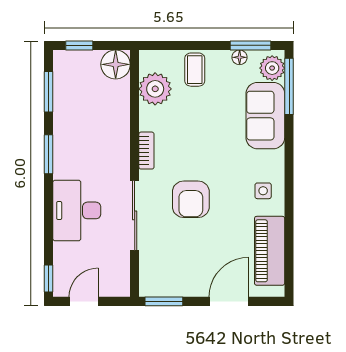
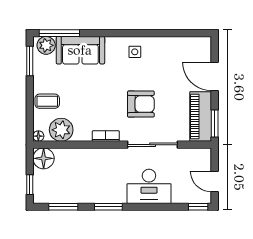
floor lamp: (240, 57) -> (38, 136), moved
piano: (270, 251) -> (201, 117), moved, turned 90

